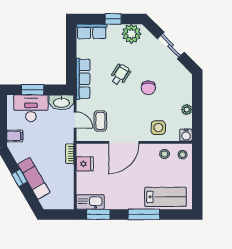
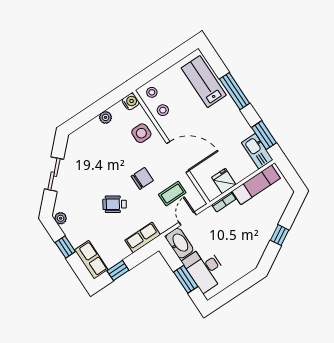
plant: (131, 34) -> (61, 218), width x0.53, depth x0.53
window: (71, 45) -> (118, 271), added
row of seats: (83, 79) -> (143, 237), width x0.68
chair: (148, 88) -> (142, 178), moved
filing cabinet: (15, 136) -> (242, 267), removed
exam couch: (34, 178) -> (256, 185), moved, turned -150

